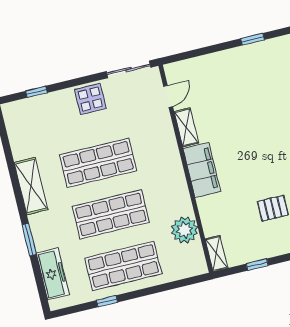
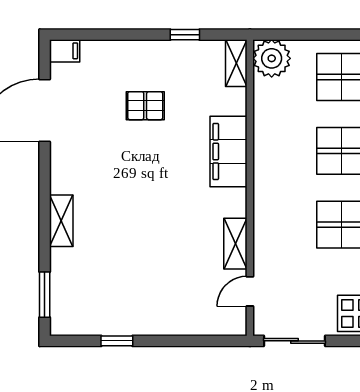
filing cabinet: (202, 170) -> (229, 151), moved
plant: (185, 230) -> (272, 58), moved

